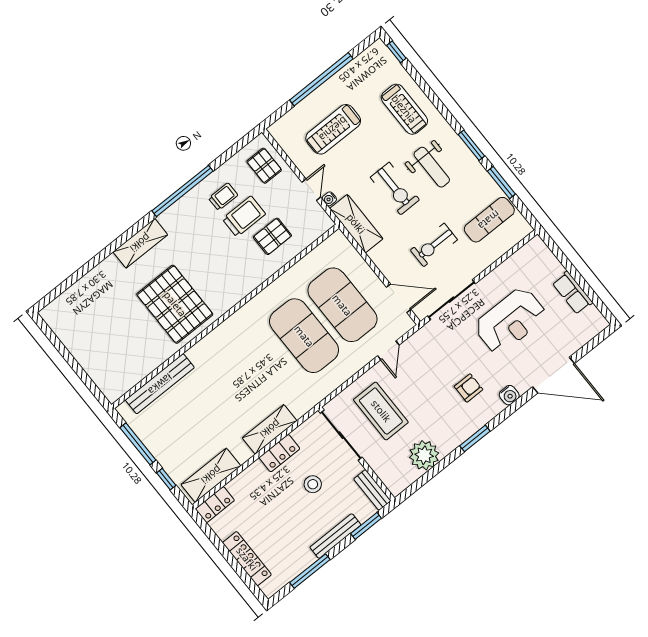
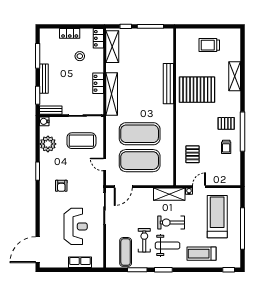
treadmill: (333, 129) -> (217, 217), width x1.37, depth x1.38
pallet: (264, 166) -> (226, 123), moved
weight bench: (432, 167) -> (168, 245), turned 180
door: (311, 190) -> (199, 187), swing flipped
trolley: (244, 216) -> (209, 45), moved, turned 90
shelving: (140, 243) -> (235, 76), moved
exercise bike: (434, 245) -> (144, 240), moved
row of seats: (572, 293) -> (80, 262), moved
reception desk: (510, 321) -> (76, 226), turned 180
door: (554, 375) -> (38, 250), moved
bench: (160, 384) -> (168, 84), moved
water cooler: (509, 395) -> (44, 121), moved
shelving: (270, 429) -> (112, 94), width x1.47
stool: (313, 484) -> (80, 56), moved
locker: (247, 559) -> (70, 33), width x0.66

